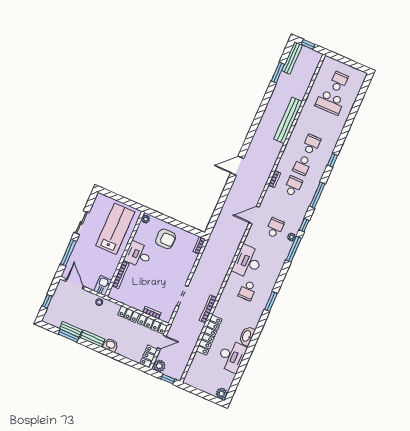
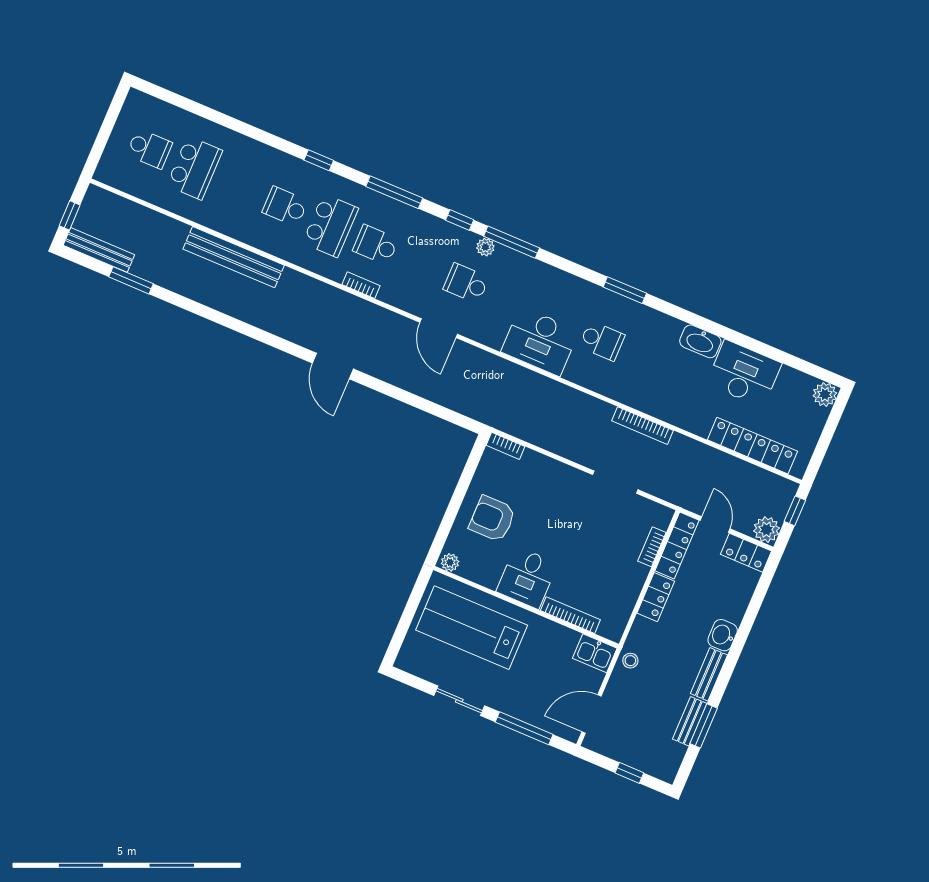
school desk: (339, 82) -> (149, 149), turned 180
school desk: (302, 165) -> (330, 226), width x1.85
armchair: (166, 239) -> (492, 519), turned -90
locker: (209, 335) -> (752, 446), moved

